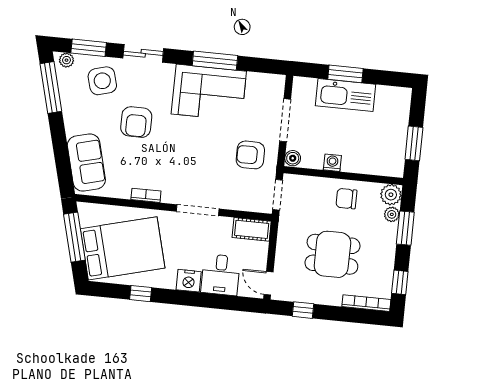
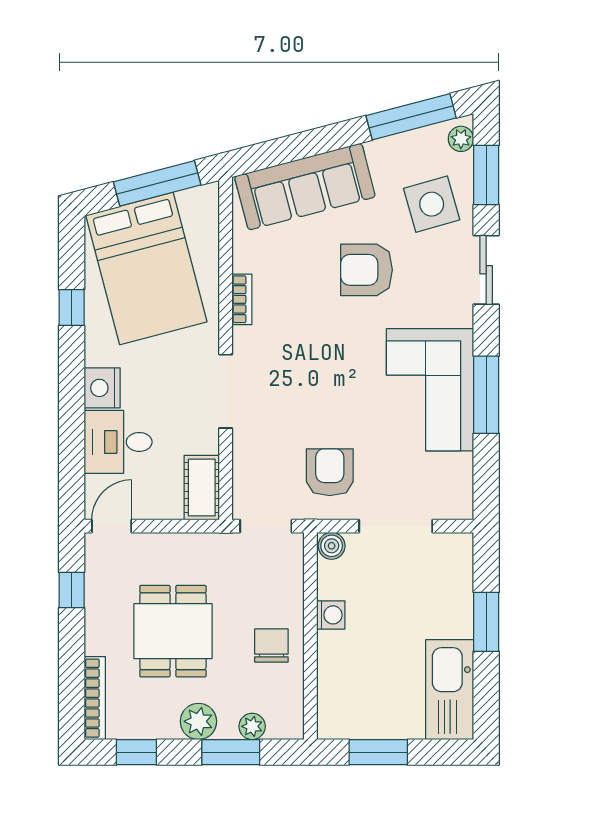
kitchen sink: (346, 95) -> (450, 690), moved
sofa: (86, 163) -> (305, 187), width x1.36
plant: (391, 195) -> (198, 721), moved

